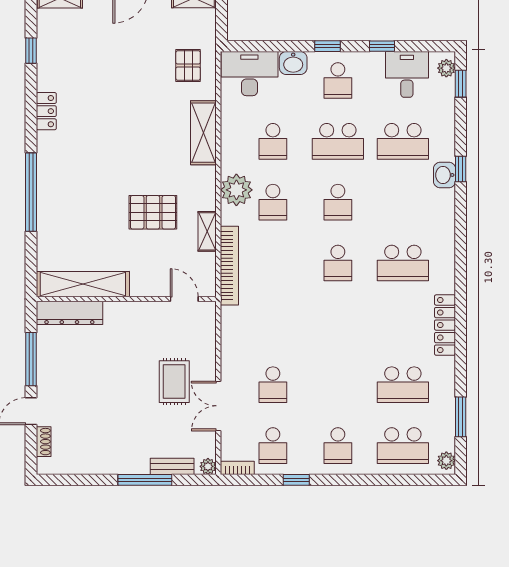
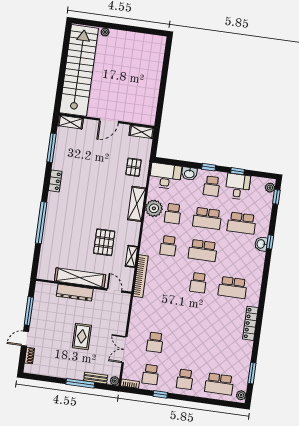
window: (31, 51) -> (52, 148), width x2.17
desk: (407, 74) -> (238, 186), moved
plant: (236, 190) -> (154, 208), moved
school desk: (338, 202) -> (203, 251), width x1.85
pallet: (153, 212) -> (104, 242), turned 90
shelving: (83, 284) -> (80, 278), moved
dresser: (69, 313) -> (75, 292), moved
rug: (174, 382) -> (82, 336), moved
school desk: (403, 385) -> (224, 352), removed

